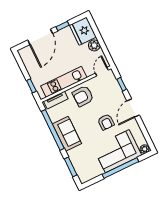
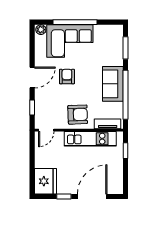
plant: (94, 45) -> (41, 161), removed

